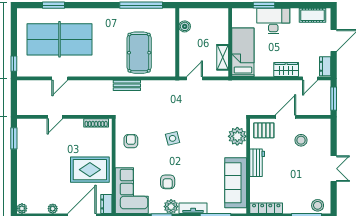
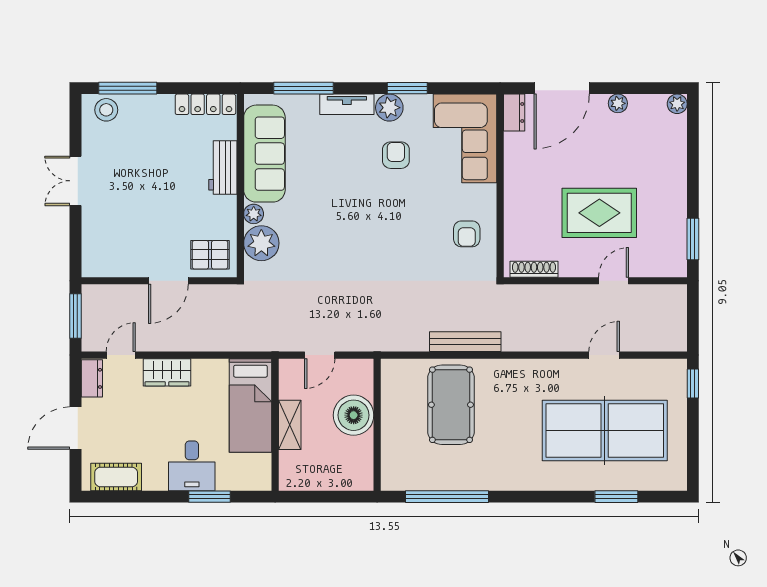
desk: (273, 21) -> (192, 466), width x0.73
boiler: (185, 26) -> (354, 415), moved, width x1.86, depth x1.86
shelving: (223, 57) -> (290, 425), moved
door: (195, 78) -> (320, 355), moved
bench: (127, 85) -> (465, 342), width x1.36
side table: (173, 138) -> (386, 239), removed
stool: (301, 140) -> (138, 236), removed
plant: (241, 151) -> (254, 214), added
workbench: (257, 163) -> (223, 168), moved
rug: (90, 170) -> (599, 213), moved

